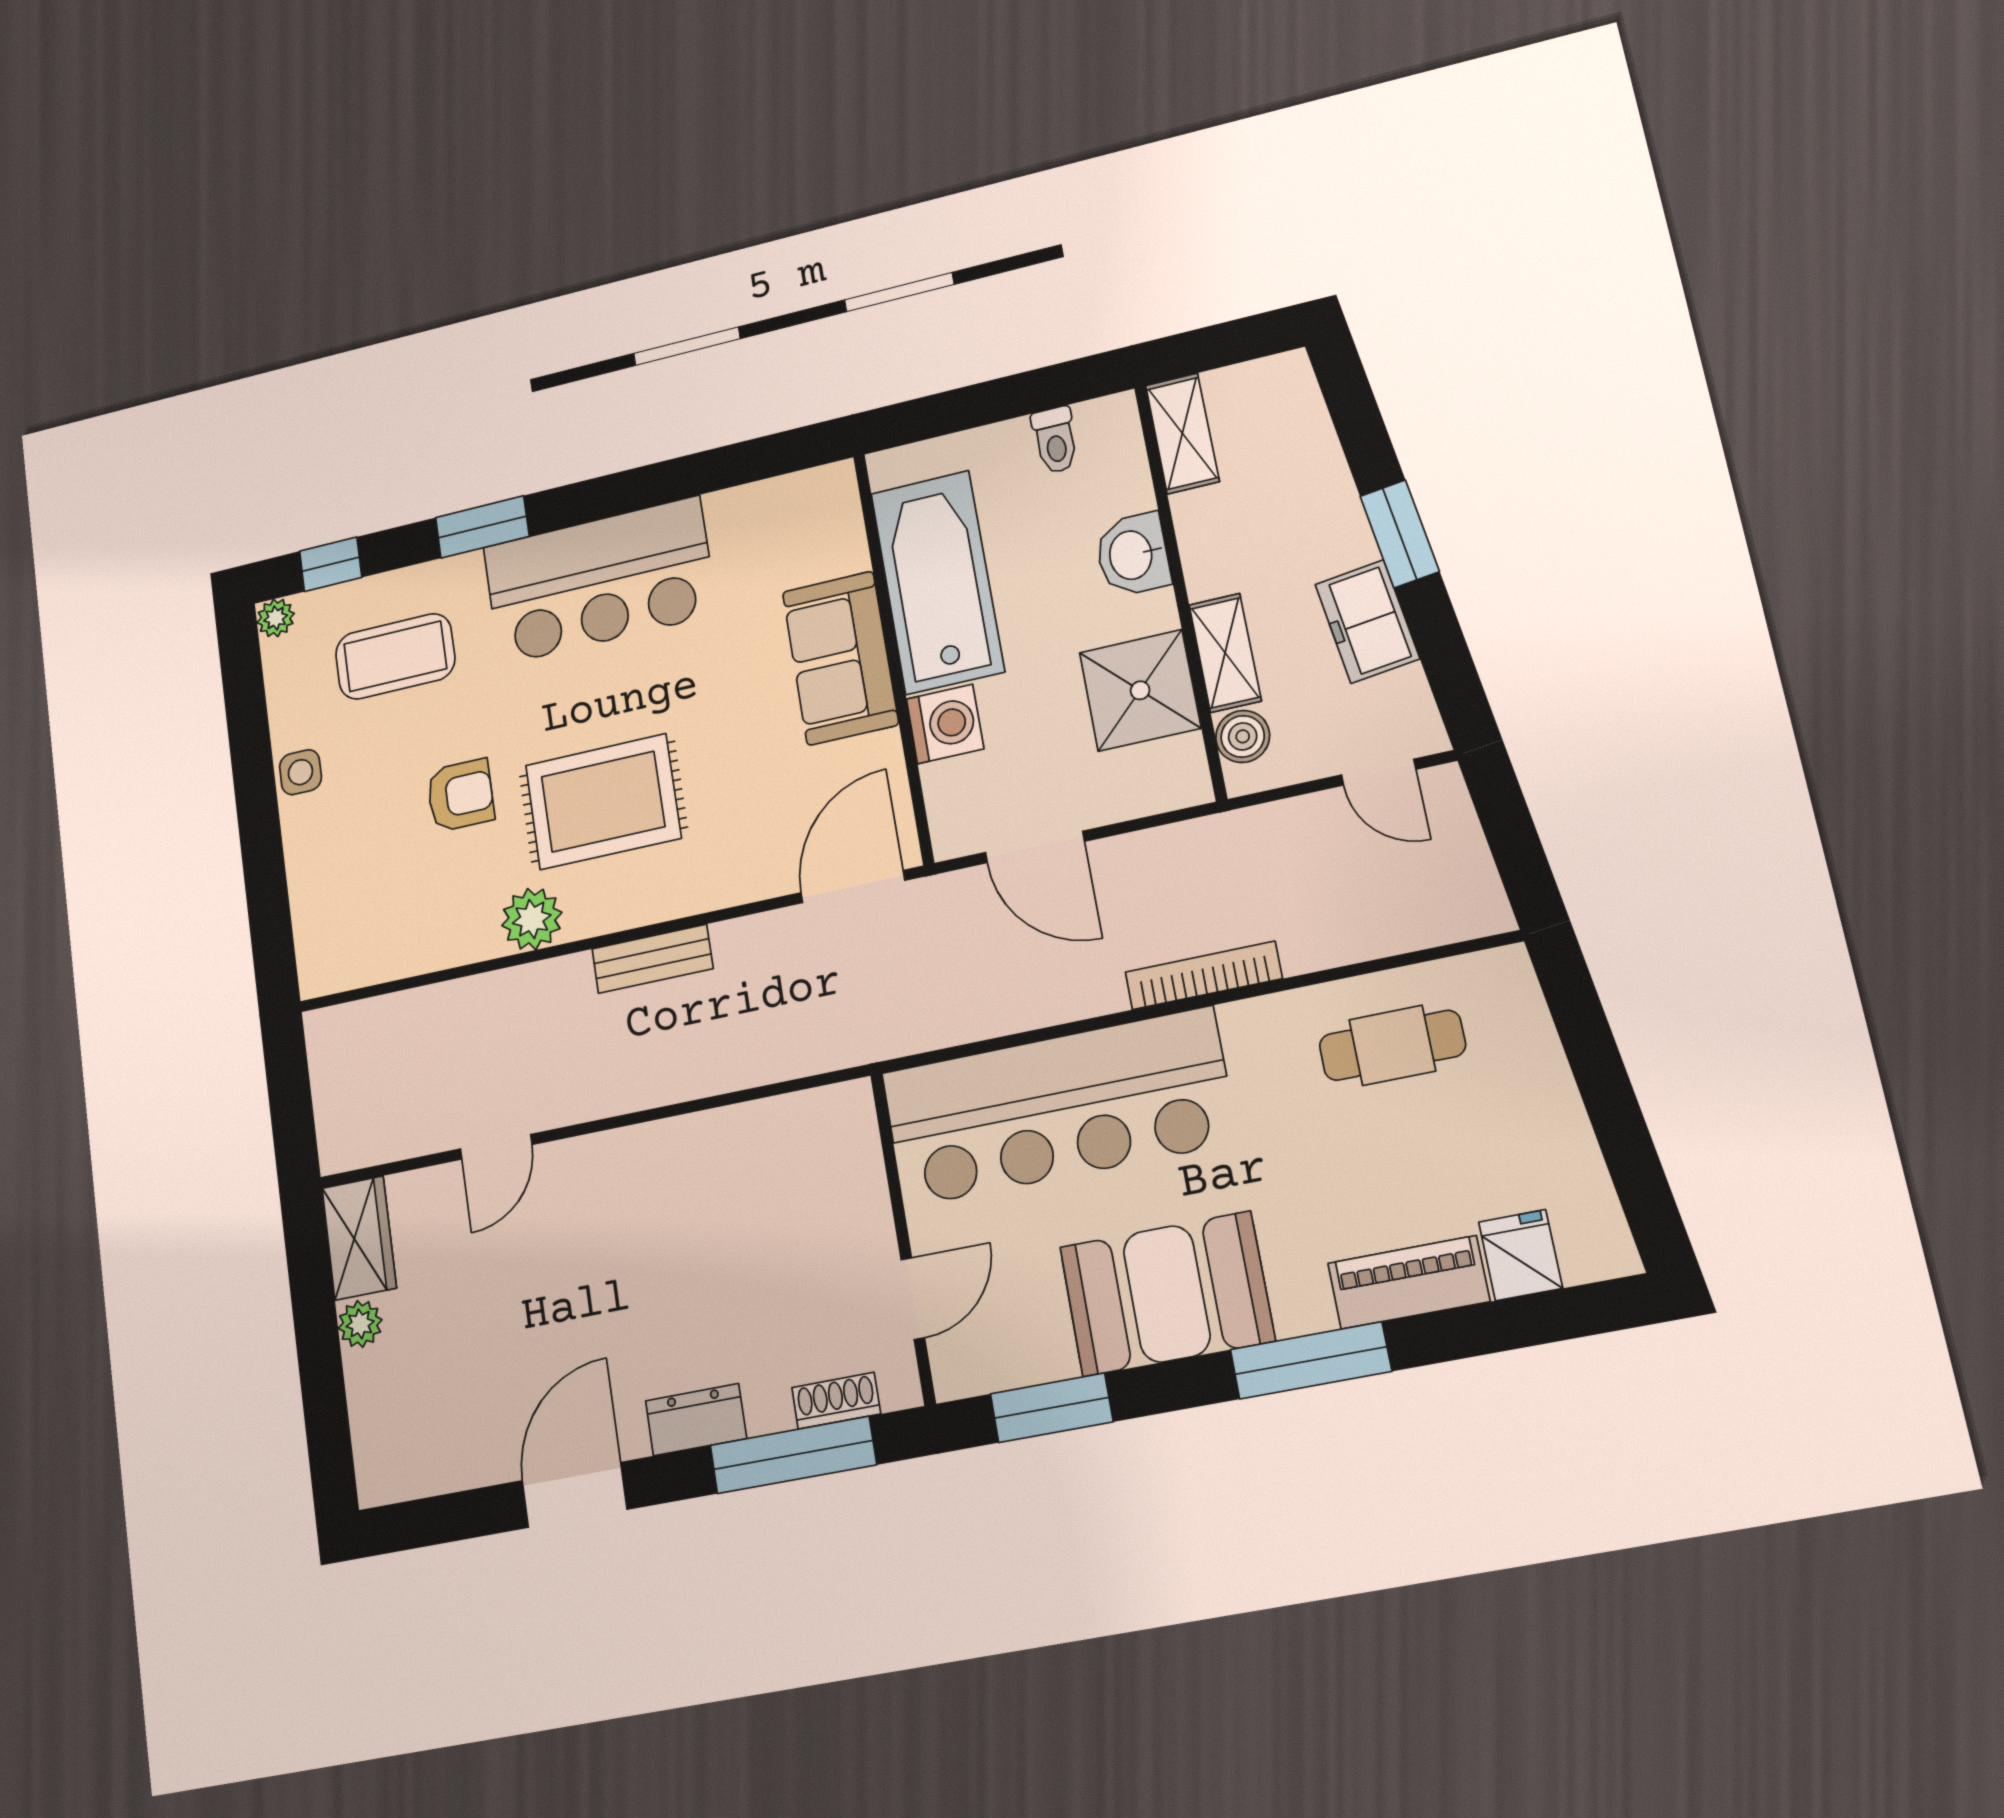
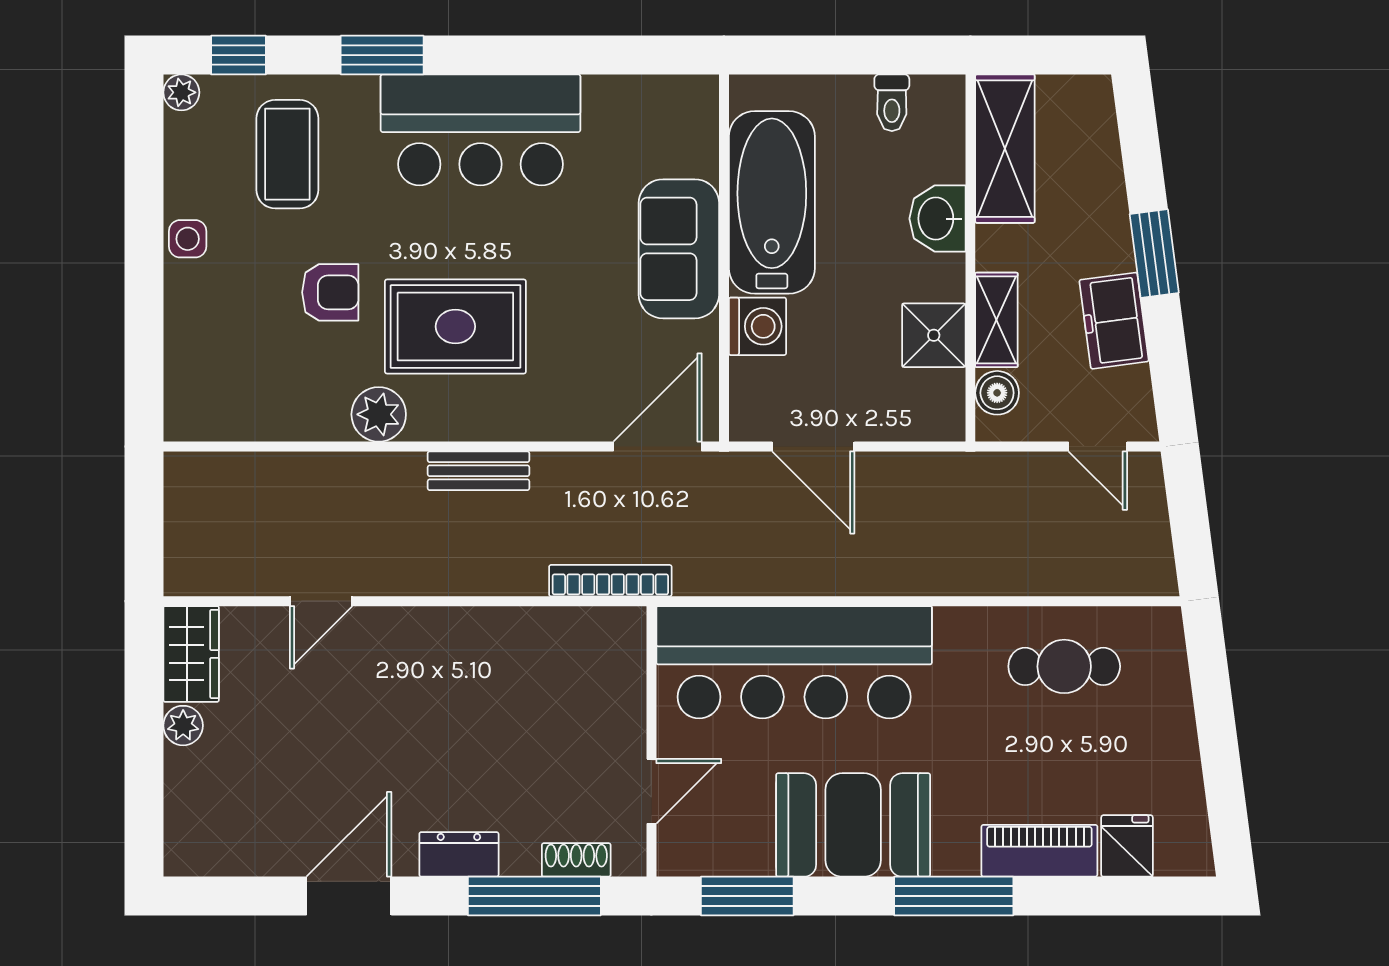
shelving: (1182, 433) -> (1005, 149), width x1.50, depth x1.33
coffee table: (395, 656) -> (287, 154), turned 90
shower: (1140, 690) -> (934, 335), width x0.73, depth x0.73
bookcase: (1204, 975) -> (610, 581), moved

